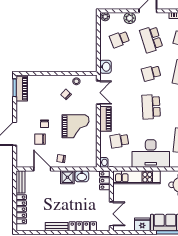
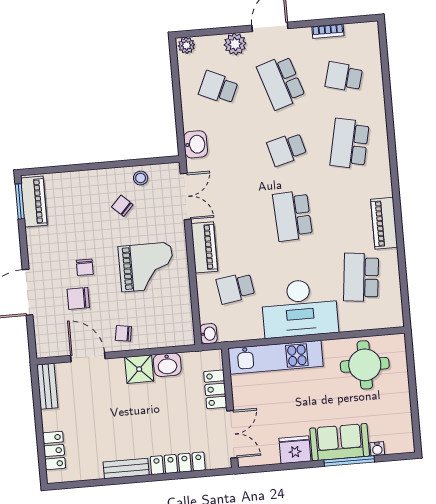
school desk: (119, 39) -> (218, 88), turned 45
locker: (105, 181) -> (215, 389), moved
locker: (21, 209) -> (54, 450), width x0.66

